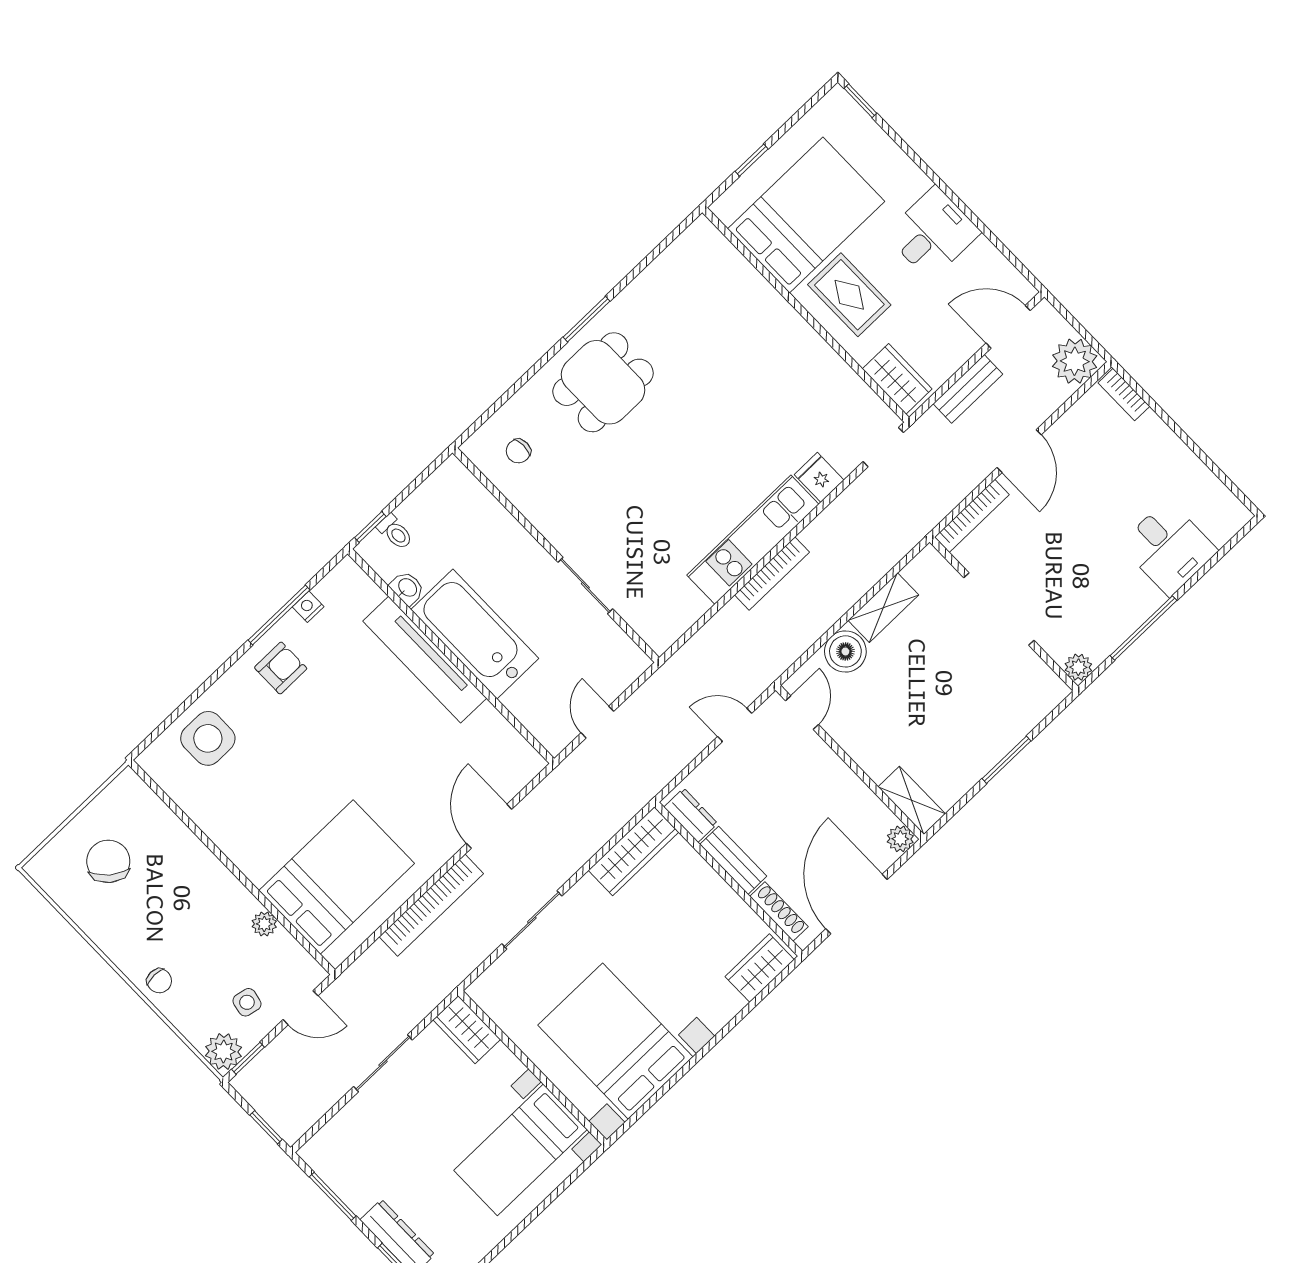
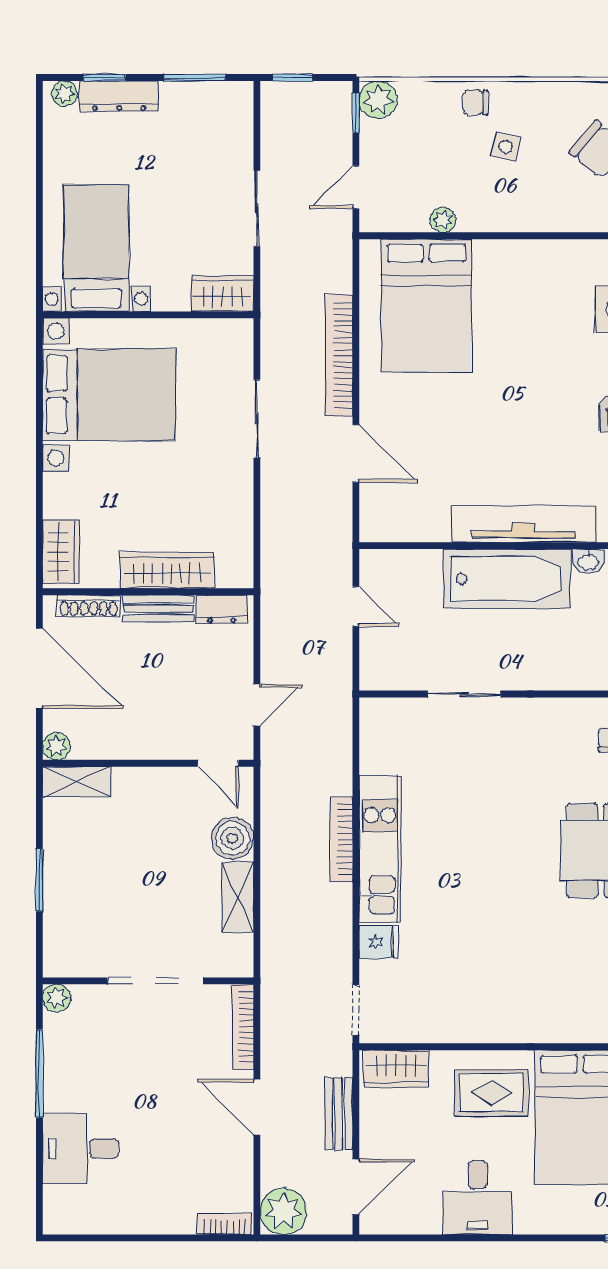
wardrobe: (633, 851) -> (167, 570), moved, turned 90
side table: (247, 1002) -> (506, 147), moved

